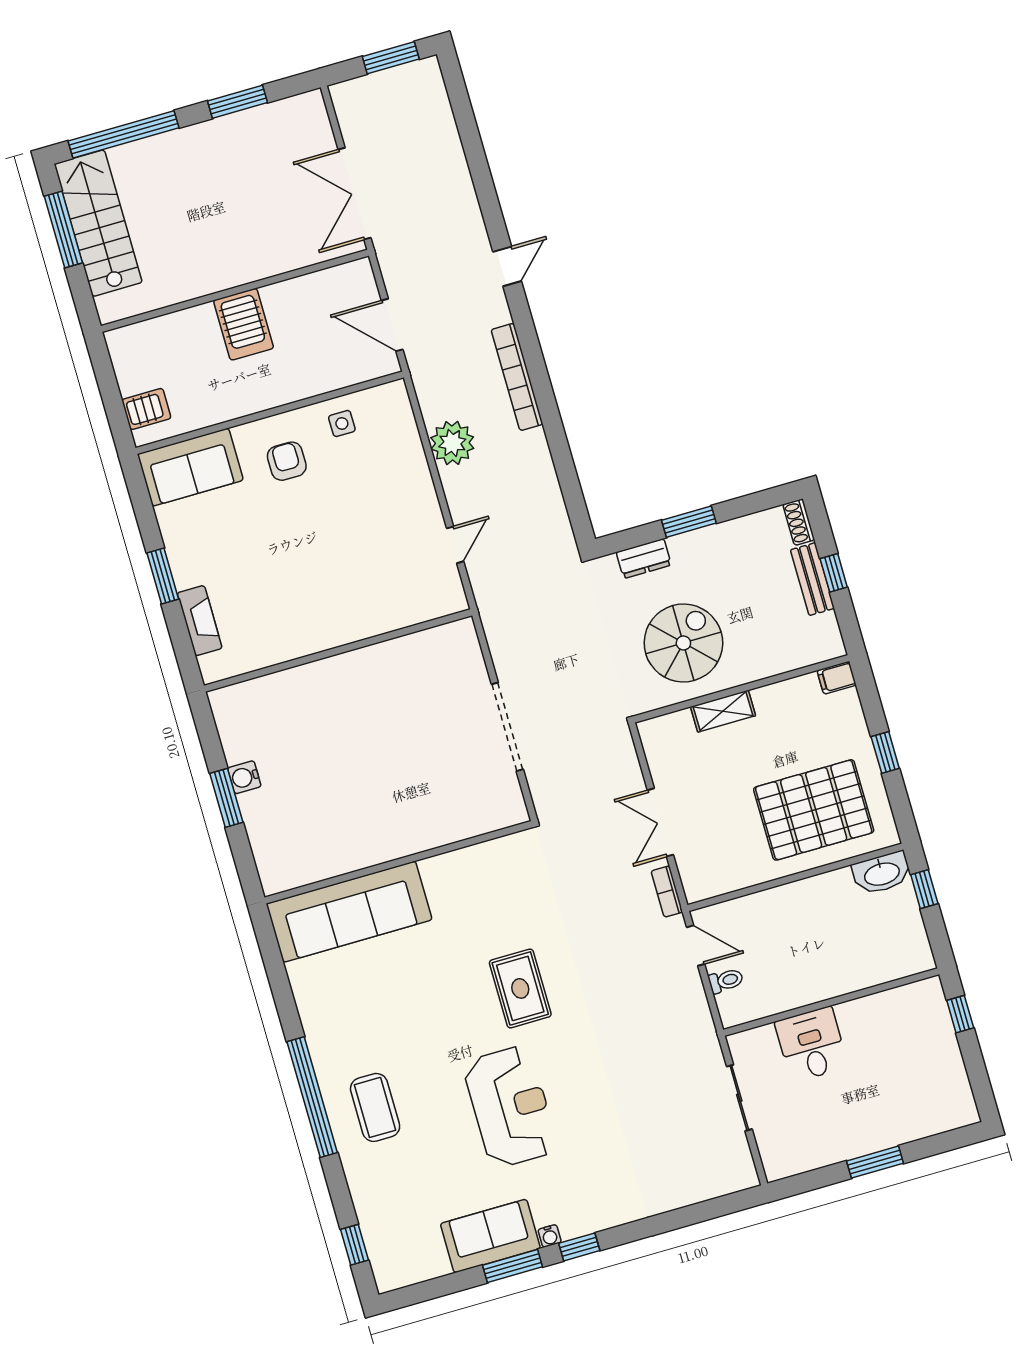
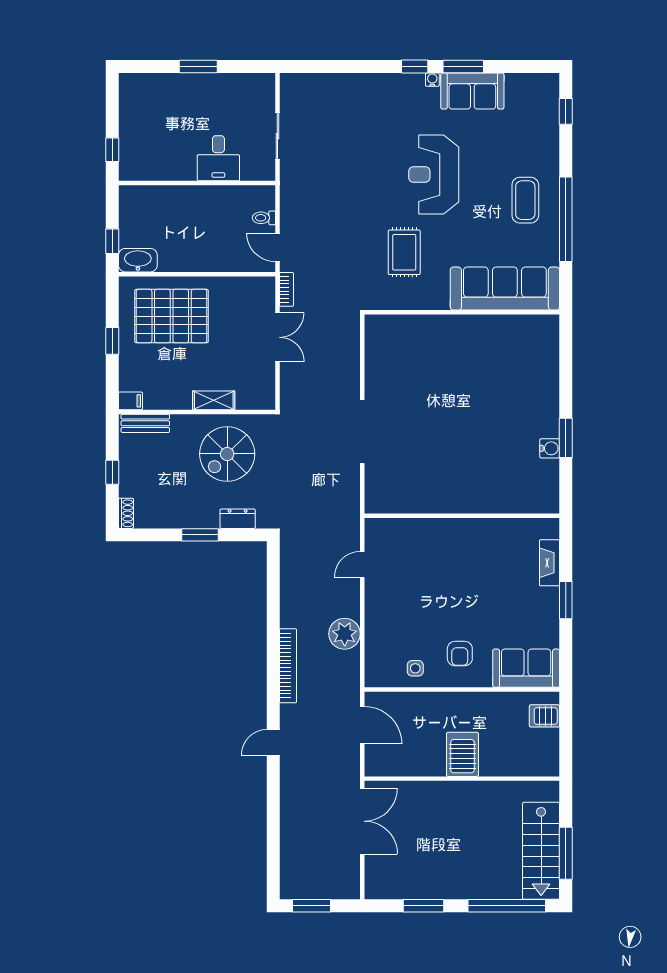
bench: (812, 579) -> (145, 423), moved, turned 90
wall: (399, 862) -> (462, 312), moved
sofa: (349, 912) -> (505, 289), moved

